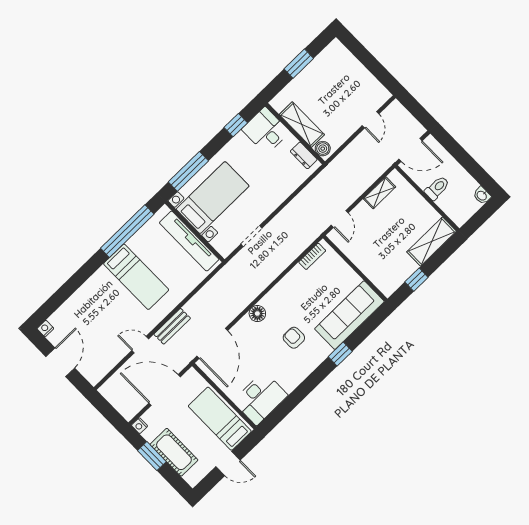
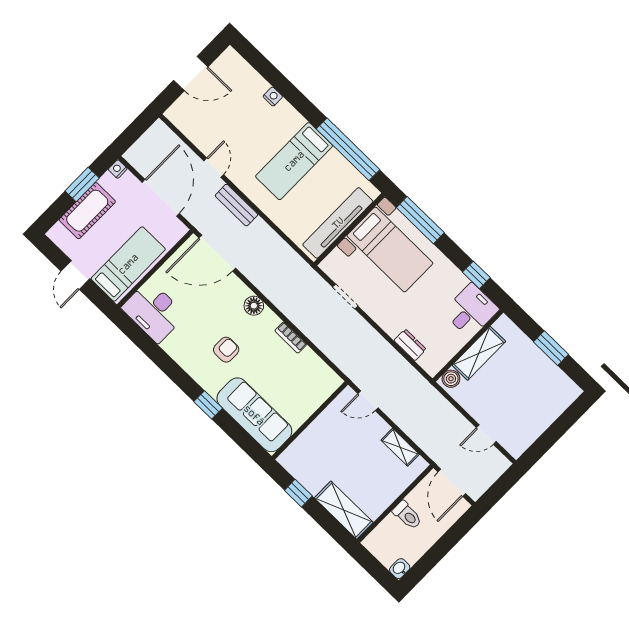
dresser: (304, 155) -> (410, 345), moved, turned 90
bookcase: (312, 256) -> (291, 338), moved
nightstand: (45, 328) -> (273, 97), moved

